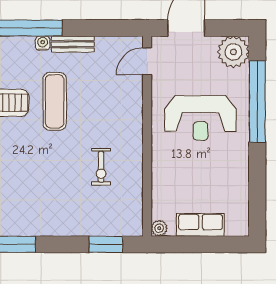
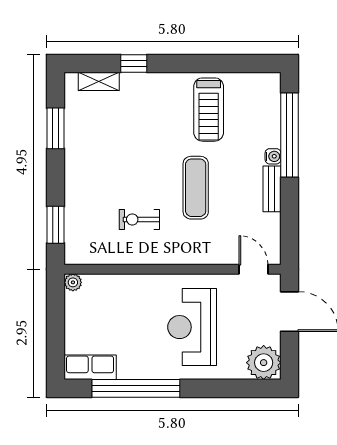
exercise mat: (55, 101) -> (196, 188), moved, turned 90
window: (257, 101) -> (136, 388), moved
row of seats: (200, 225) -> (90, 367), moved, turned -90

